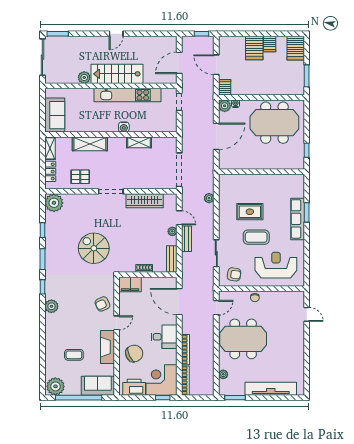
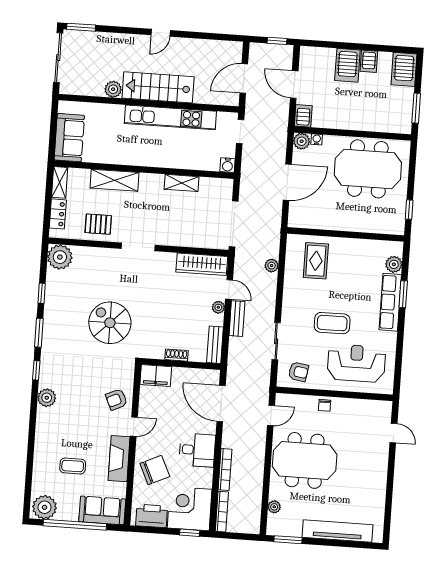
water cooler: (124, 127) -> (227, 165), moved
plant: (298, 191) -> (394, 264), added
wardrobe: (145, 201) -> (202, 264), moved
rug: (250, 212) -> (316, 261), moved, turned 90

